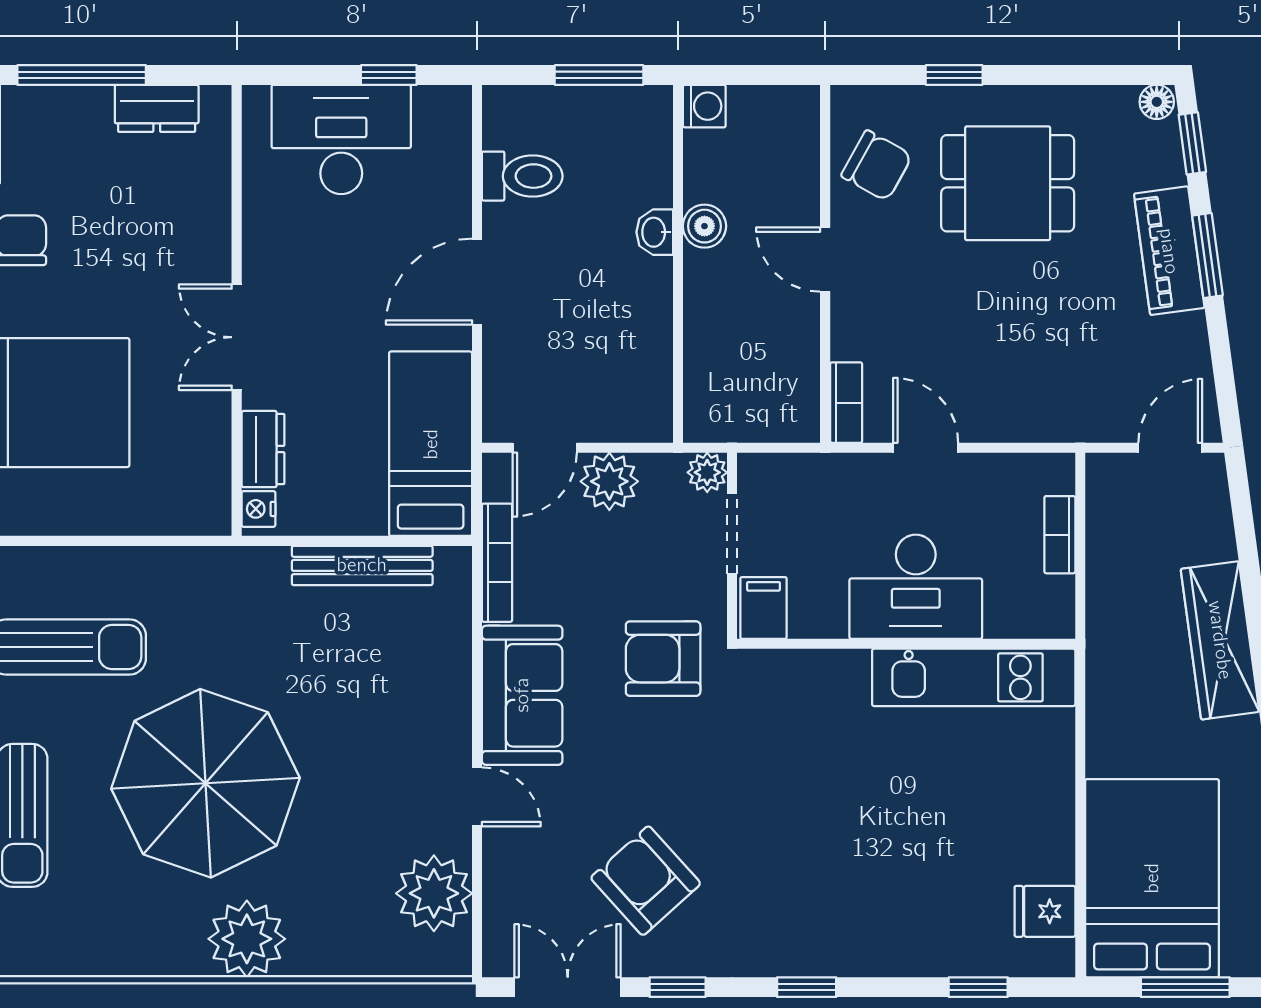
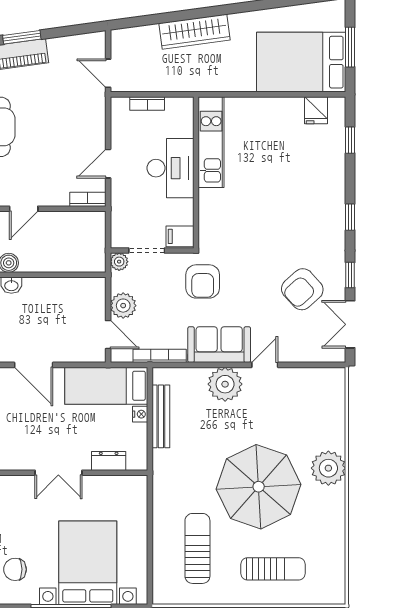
door: (1170, 448) -> (108, 73), moved
nightstand: (258, 509) -> (140, 414), moved, turned -90
plant: (434, 893) -> (225, 384), moved

